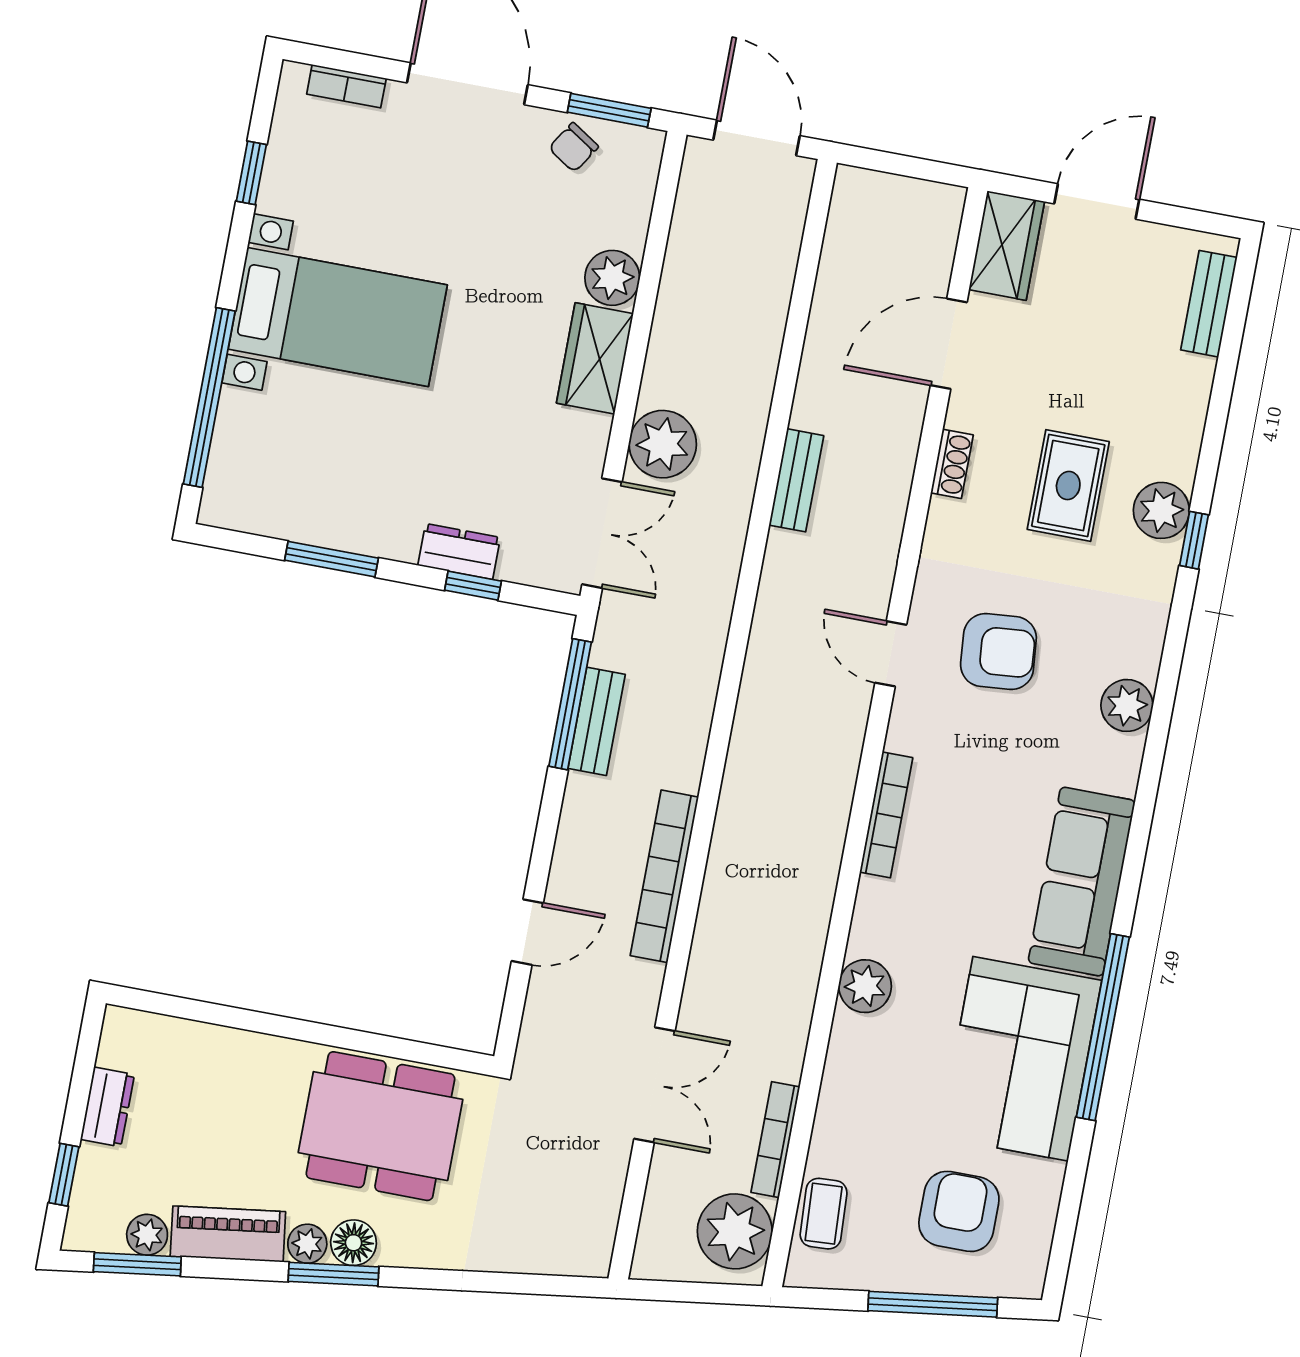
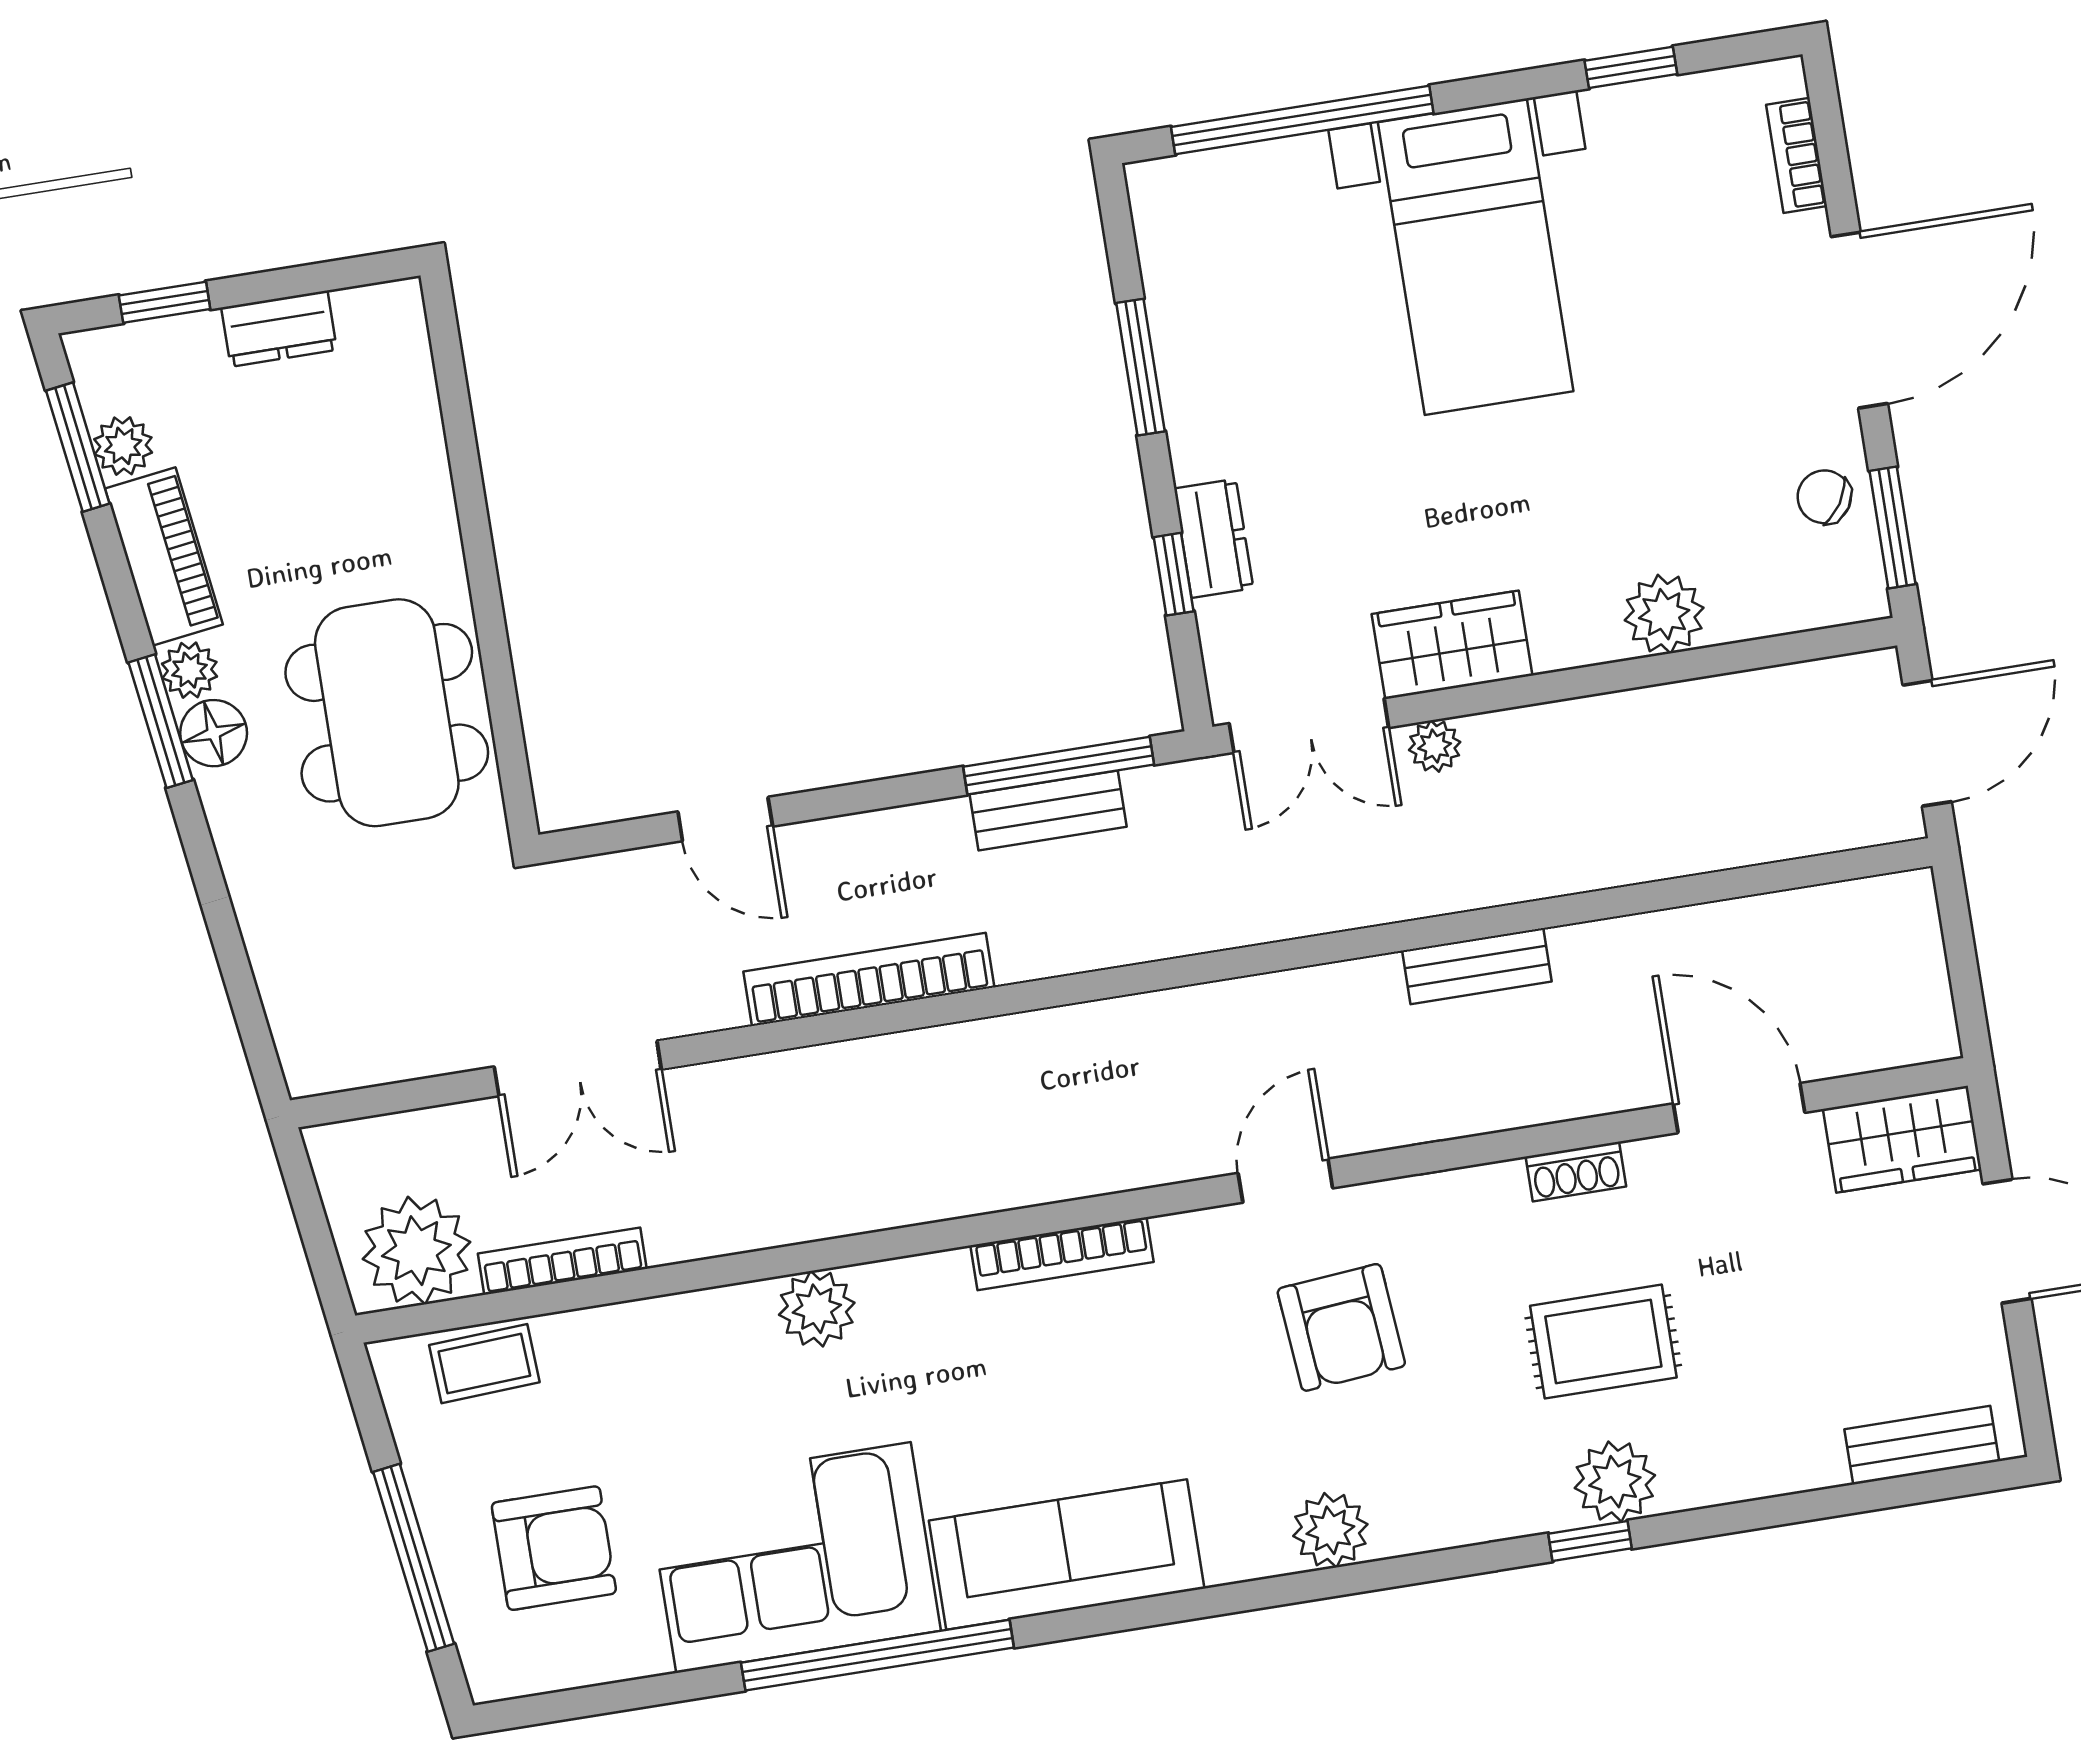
wardrobe: (595, 358) -> (1452, 645), moved
plant: (663, 444) -> (1435, 746), width x0.53, depth x0.53

